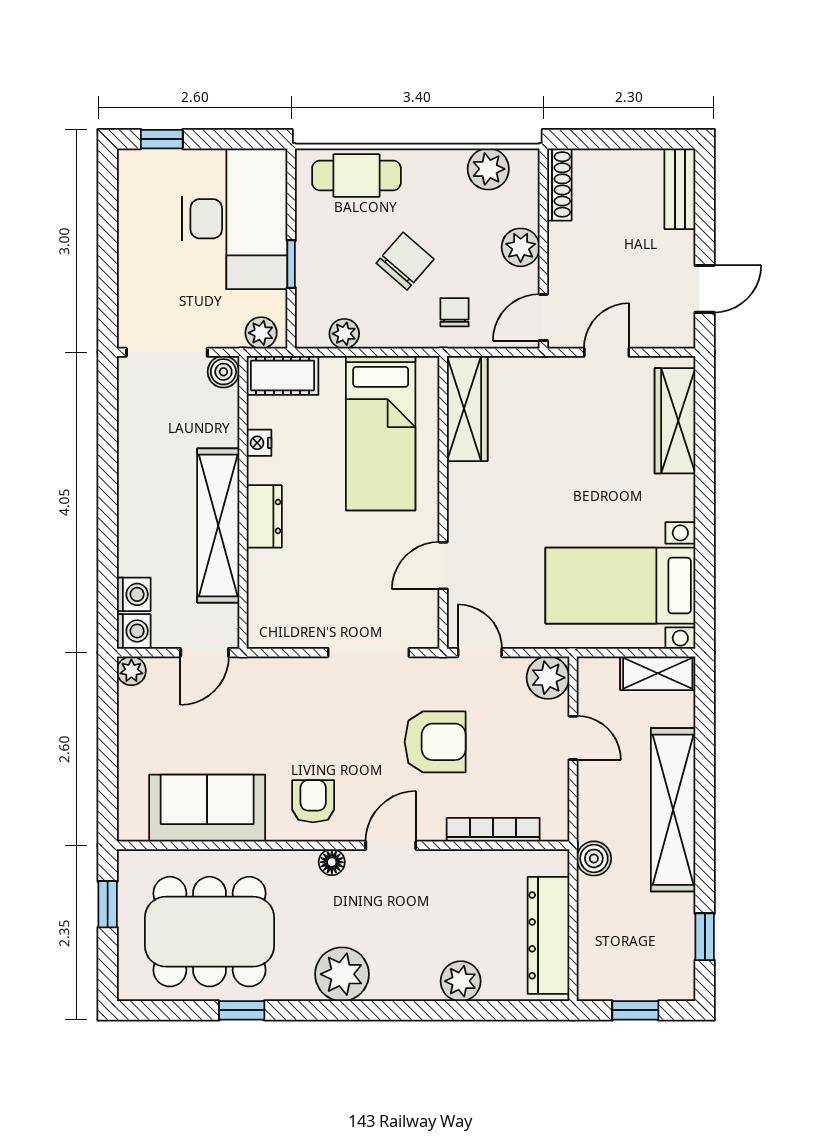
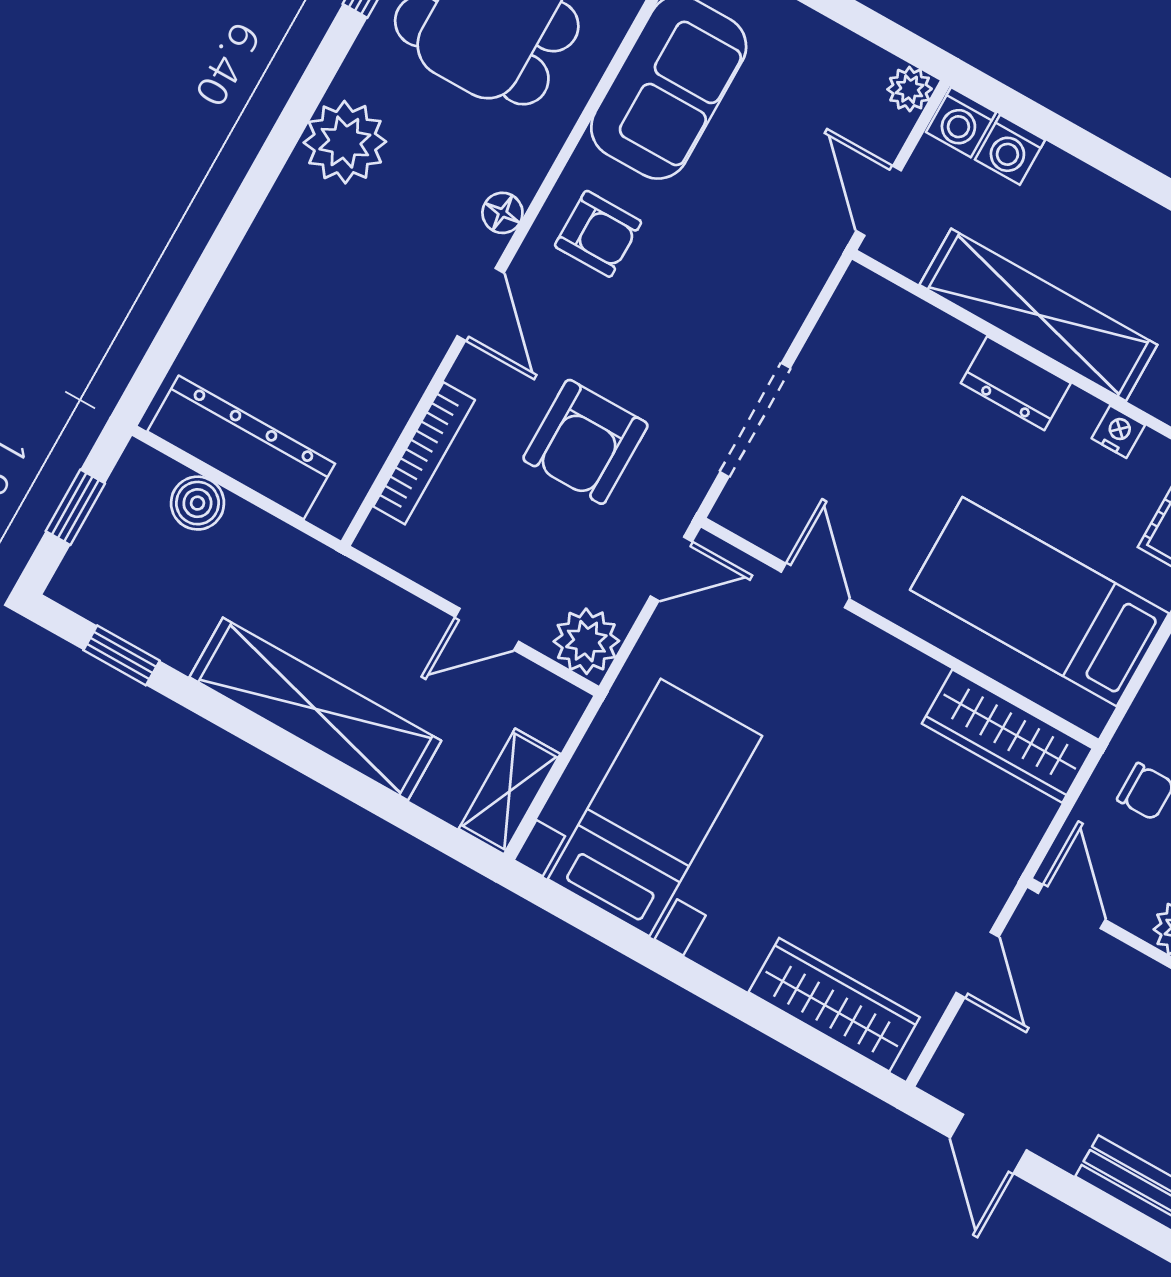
boiler: (594, 858) -> (197, 503), moved
plant: (461, 981) -> (246, 296), removed

